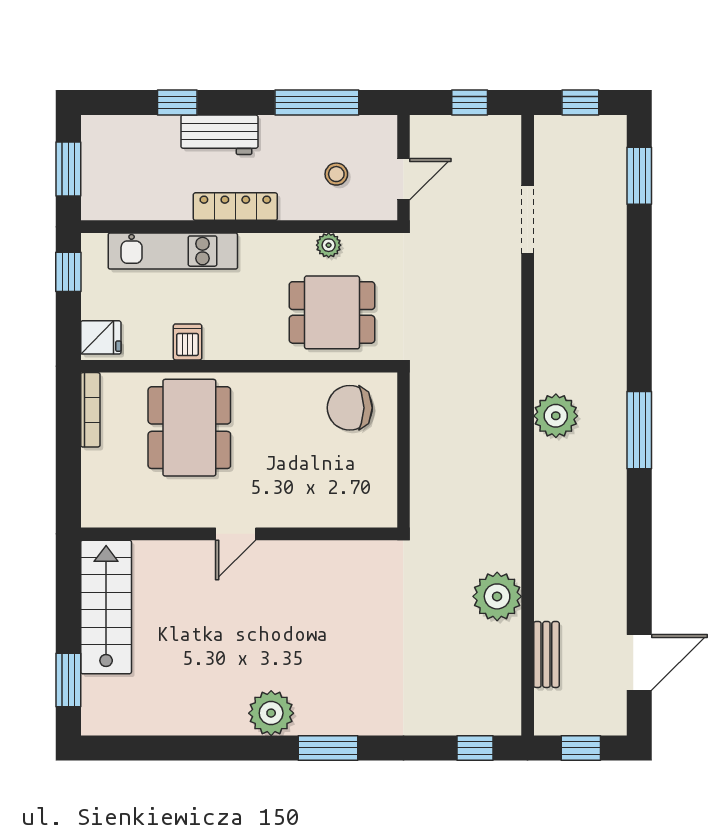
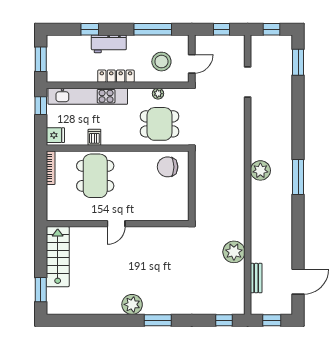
stool: (336, 174) -> (161, 62), width x1.89, depth x1.89
kitchen unit: (173, 251) -> (88, 96), width x1.36

